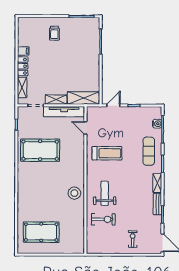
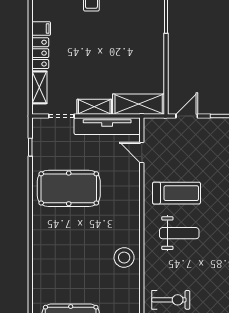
weight bench: (105, 193) -> (179, 233), moved, turned 90

